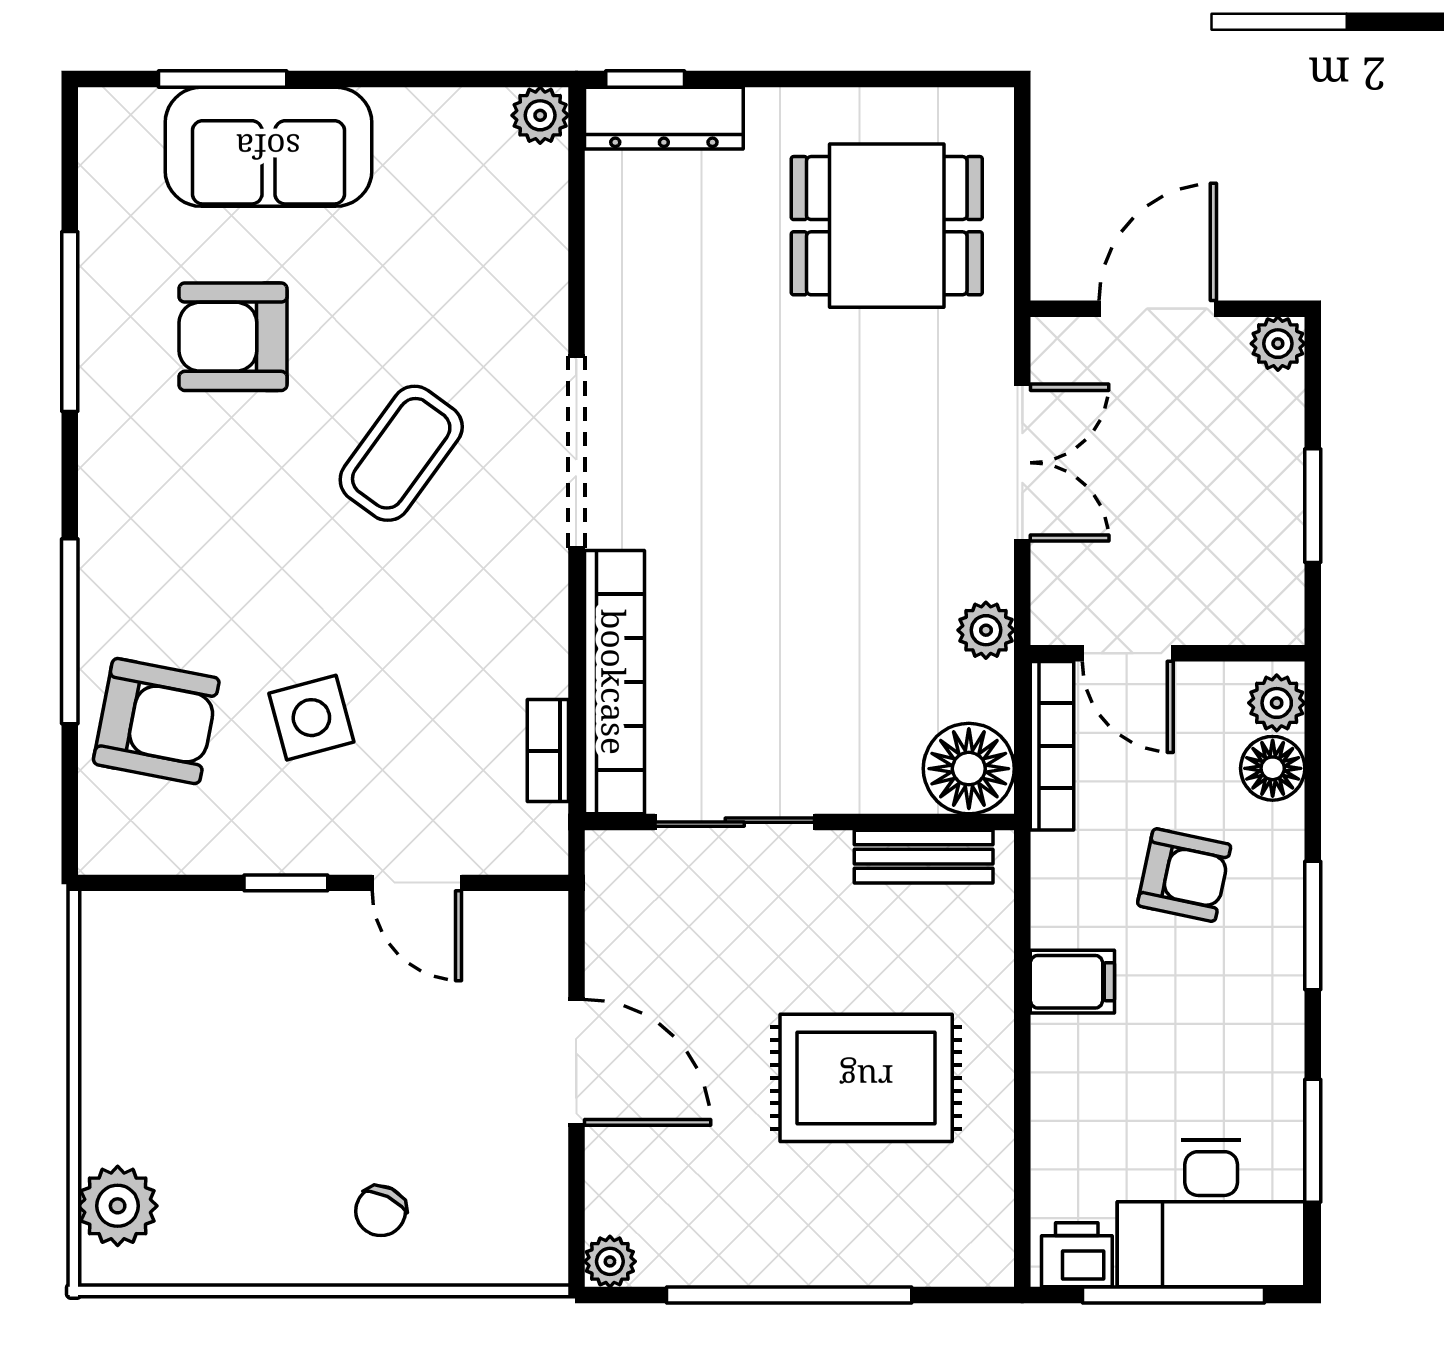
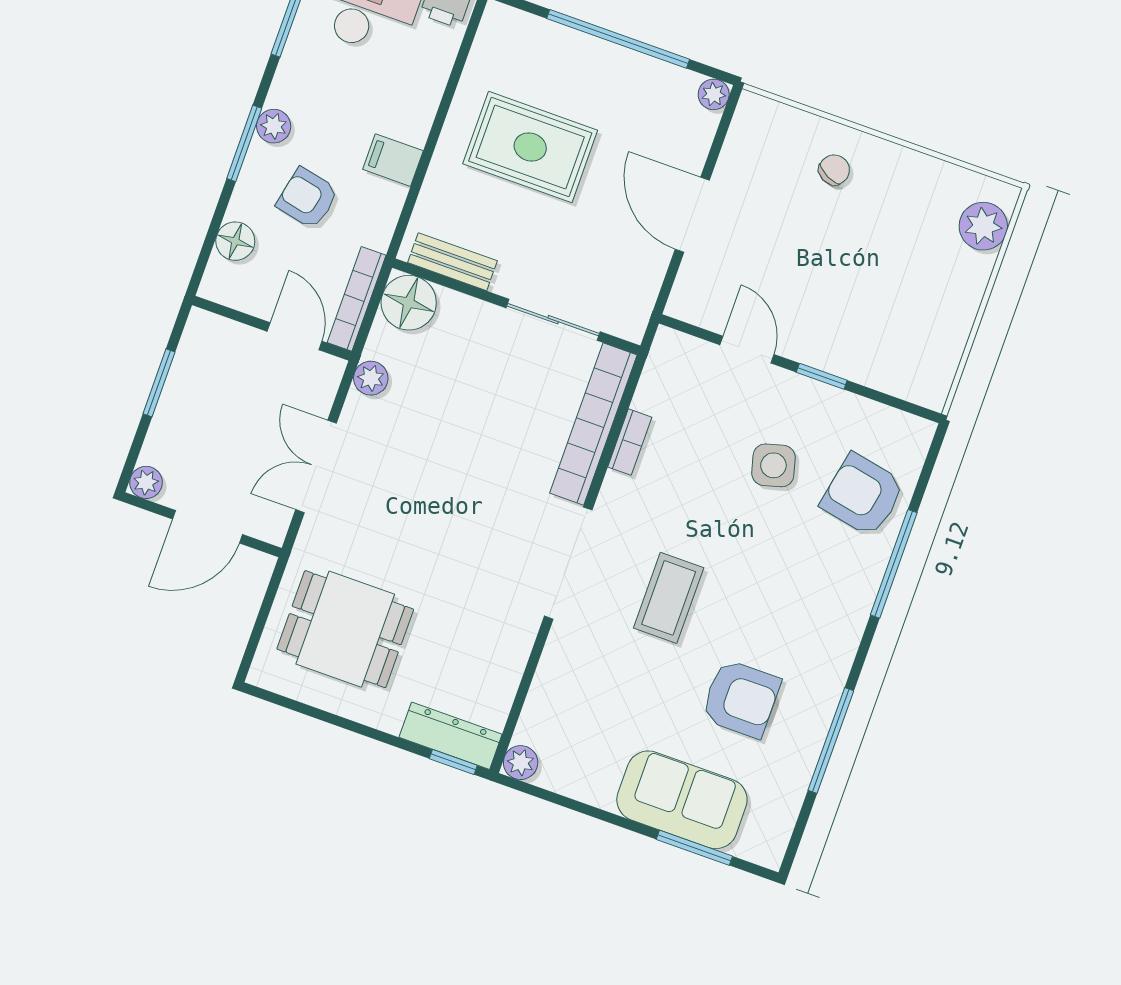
coffee table: (401, 453) -> (669, 598), turned -36
plant: (1277, 703) -> (274, 126), moved
bookcase: (548, 751) -> (630, 442), moved

